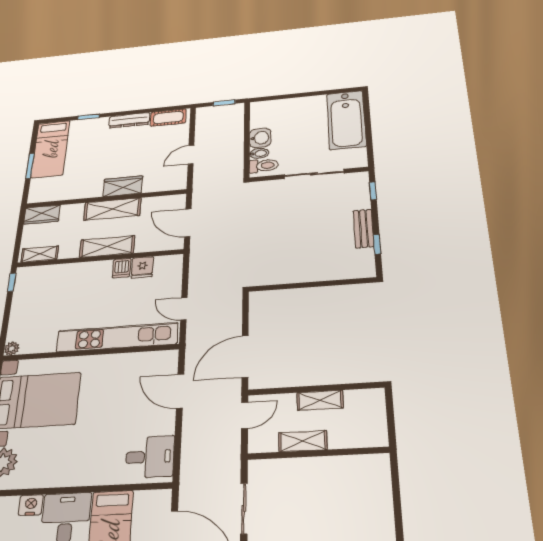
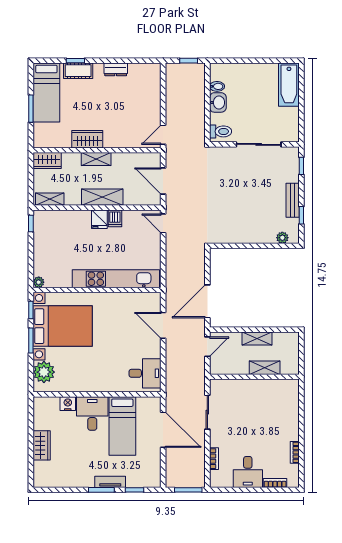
cot: (168, 118) -> (78, 71), moved
dresser: (129, 120) -> (116, 69), width x0.70
bathtub: (346, 120) -> (289, 85), width x0.73, depth x0.73
bidet: (259, 153) -> (217, 86), moved
door: (191, 155) -> (163, 135), moved
wardrobe: (123, 186) -> (87, 139), moved
shelving: (112, 209) -> (96, 159), width x0.67, depth x0.75
fridge: (142, 267) -> (99, 219), moved
plant: (352, 272) -> (282, 238), added
door: (184, 309) -> (163, 223), moved
shelving: (303, 441) -> (265, 368), moved

